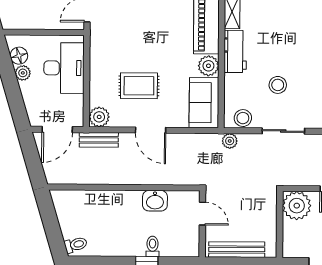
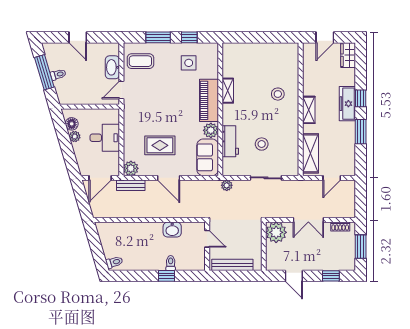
workbench: (235, 51) -> (230, 141), moved
desk: (64, 68) -> (105, 138), width x0.73
stool: (243, 118) -> (278, 94), moved

